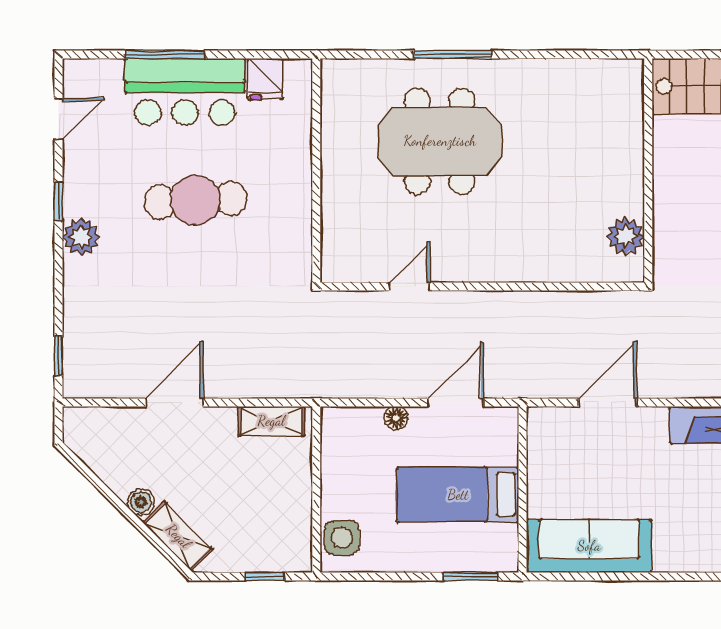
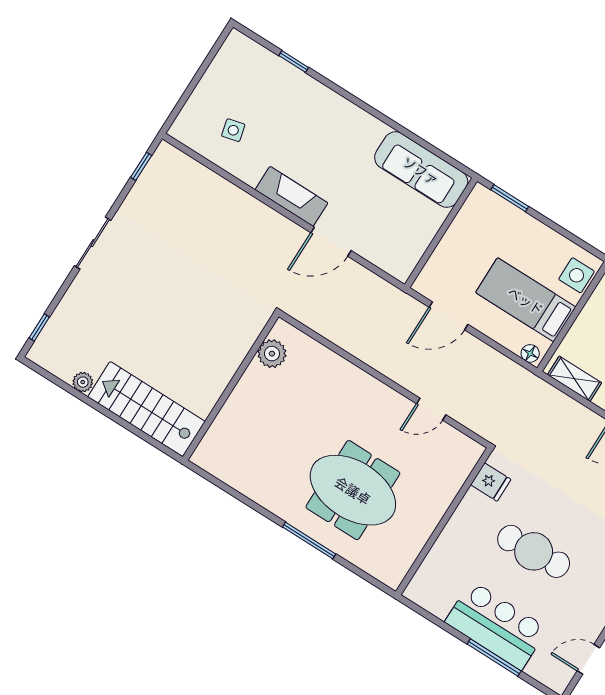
fridge: (265, 79) -> (491, 482), moved, turned 90
door: (608, 402) -> (331, 242), moved
floor lamp: (396, 418) -> (530, 353), moved
bed: (458, 495) -> (526, 300), moved, turned 180

